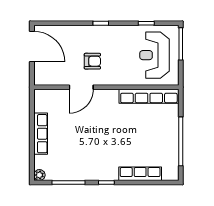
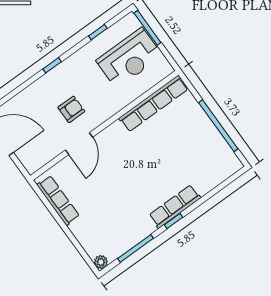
reception desk: (155, 55) -> (129, 58), turned -90
row of seats: (41, 134) -> (58, 200), moved
row of seats: (140, 174) -> (175, 206), moved

